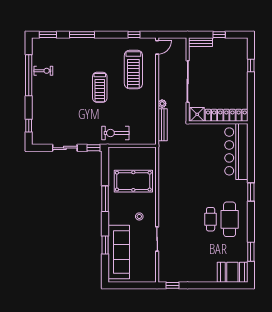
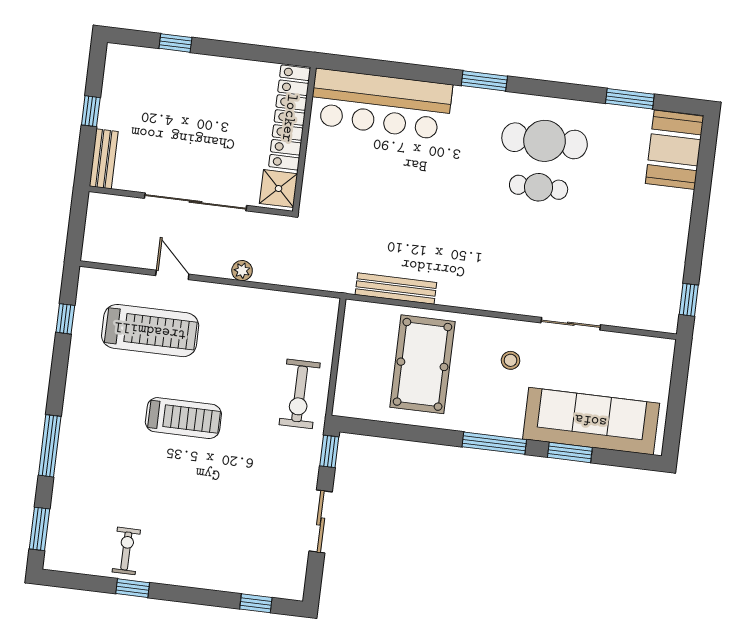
door: (157, 47) -> (172, 275), moved
window: (29, 75) -> (133, 588), width x0.32
bench: (163, 125) -> (396, 289), moved
window: (105, 199) -> (494, 443), moved

